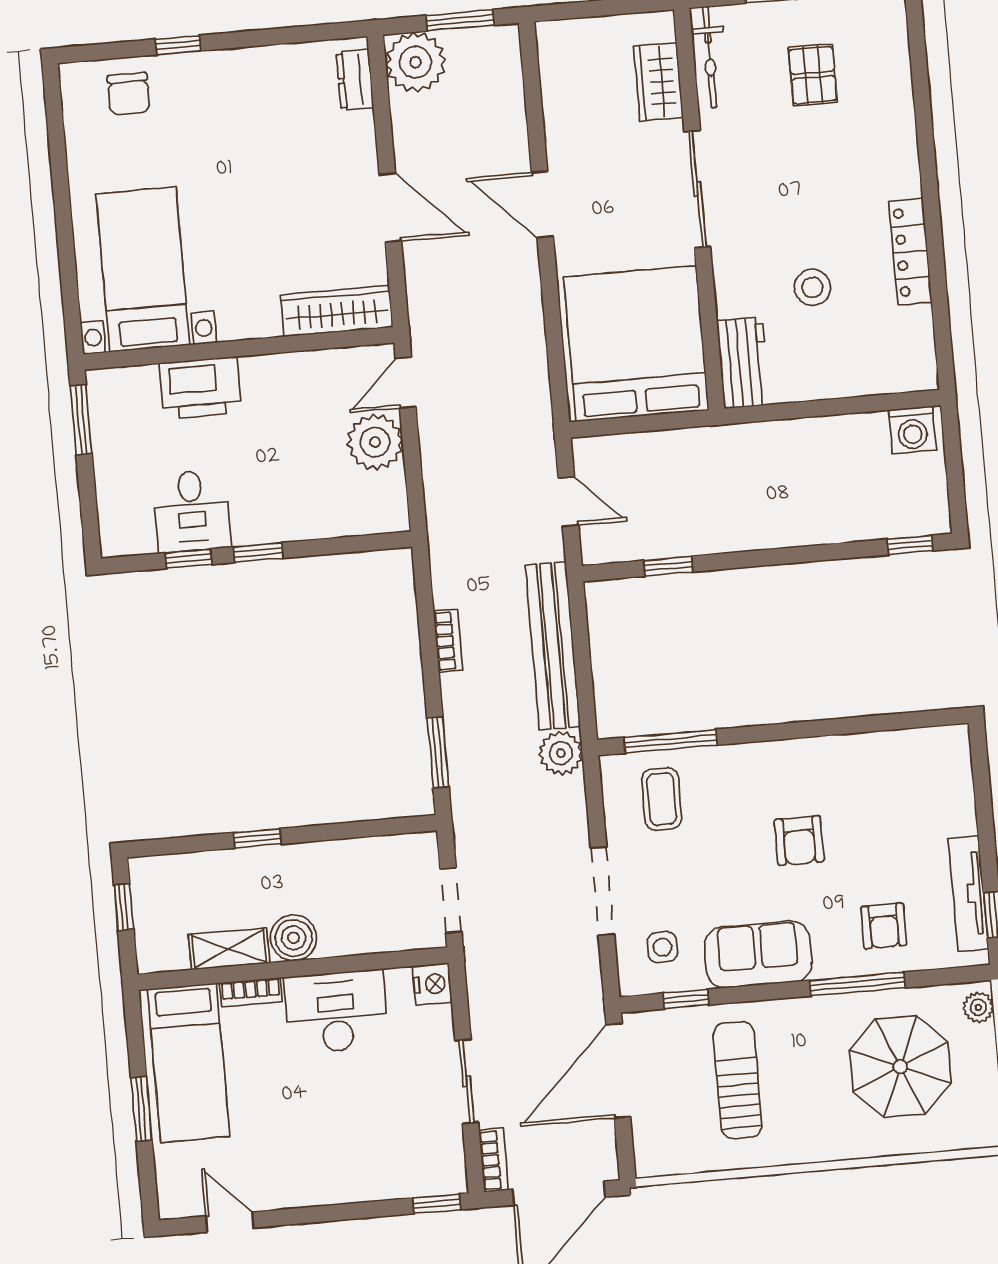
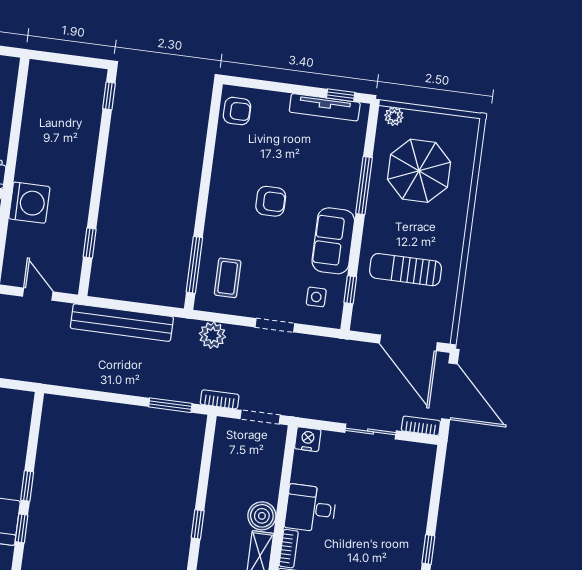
washing machine: (912, 430) -> (29, 203), moved, width x1.37, depth x1.37
door: (568, 501) -> (38, 294), hinge flipped
bookcase: (448, 641) -> (220, 399), moved
plant: (561, 753) -> (212, 335), moved
coffee table: (662, 799) -> (228, 278), turned 90
doorway: (602, 891) -> (275, 325), width x0.73
armchair: (884, 926) -> (237, 111), moved
desk: (336, 1012) -> (311, 508), width x0.73
door: (618, 1071) -> (408, 343), moved
window: (437, 1204) -> (428, 550), moved

